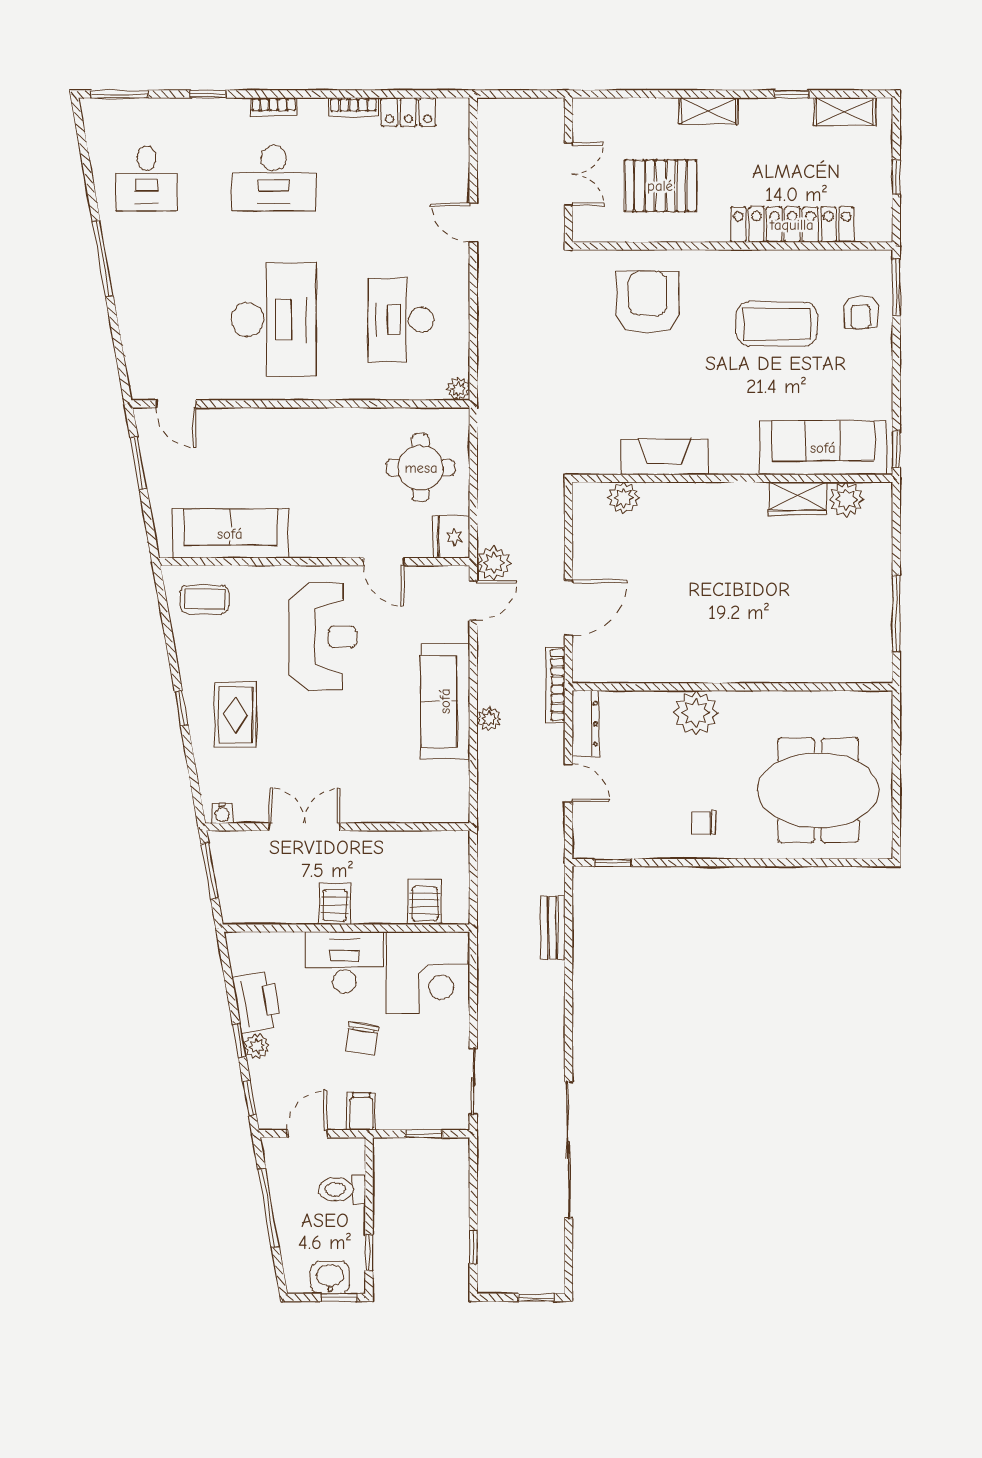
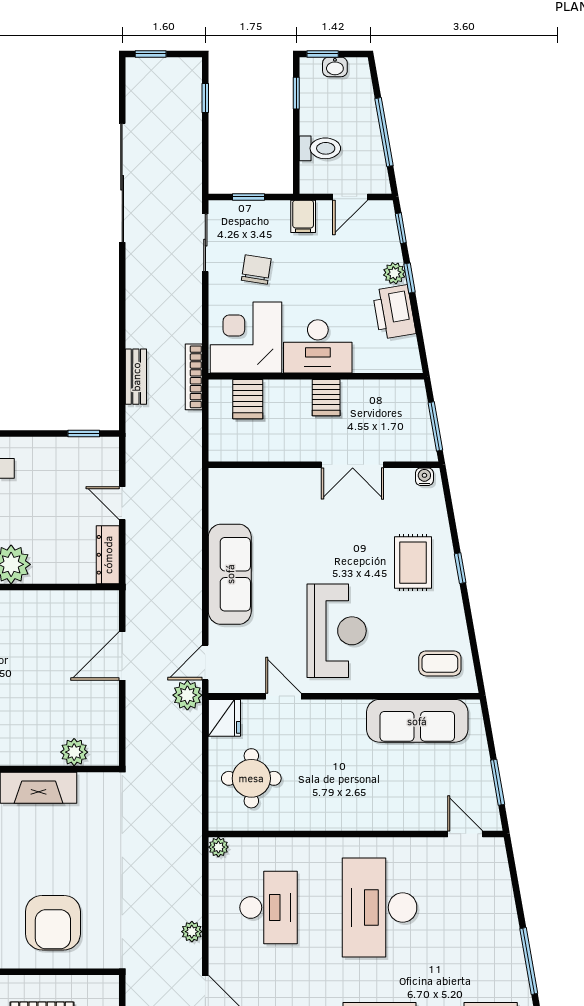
reception desk: (323, 637) -> (337, 631), turned 180
bookcase: (555, 685) -> (194, 377), moved, turned 180
plant: (489, 719) -> (192, 932), moved
chair: (362, 1039) -> (256, 269), moved
washbasin: (330, 1278) -> (335, 67), width x0.72, depth x0.69

